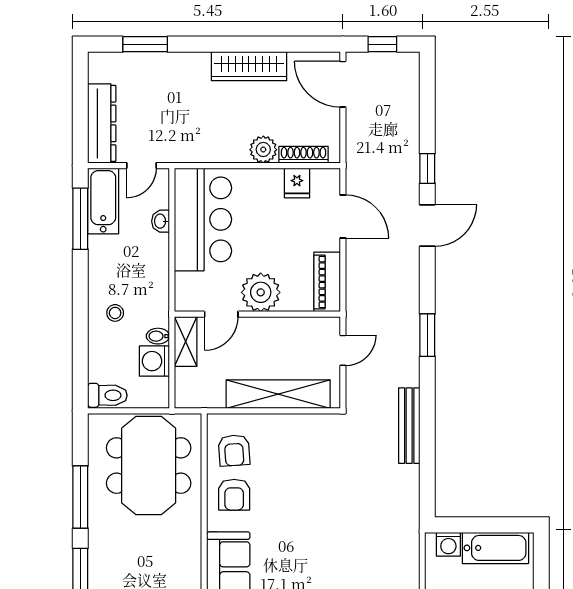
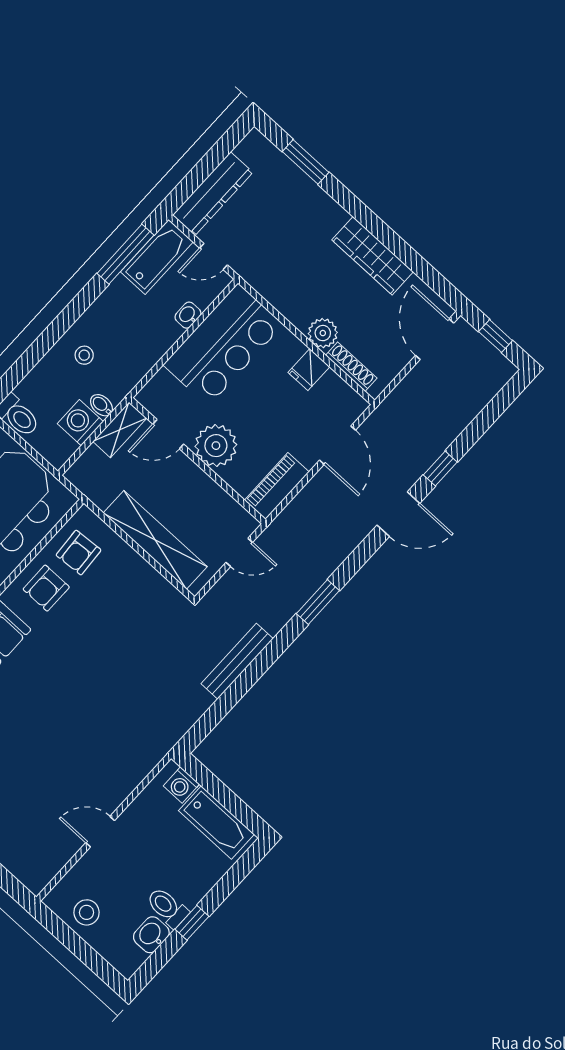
fridge: (297, 183) -> (309, 370), moved

